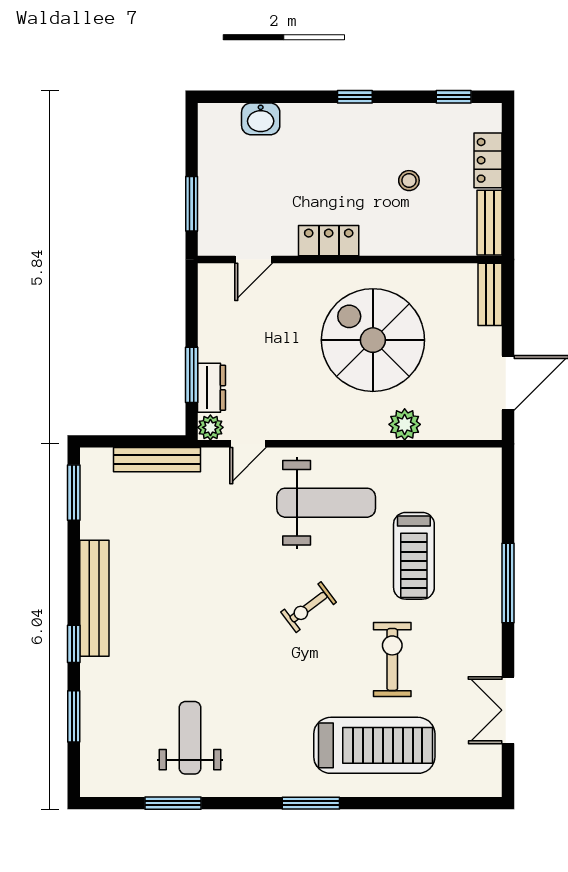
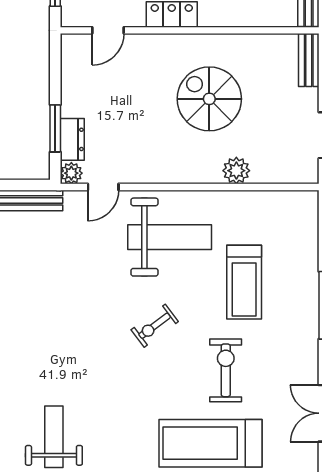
spiral stairs: (373, 340) -> (209, 99), width x0.73, depth x0.73
treadmill: (374, 745) -> (211, 443), turned 180

